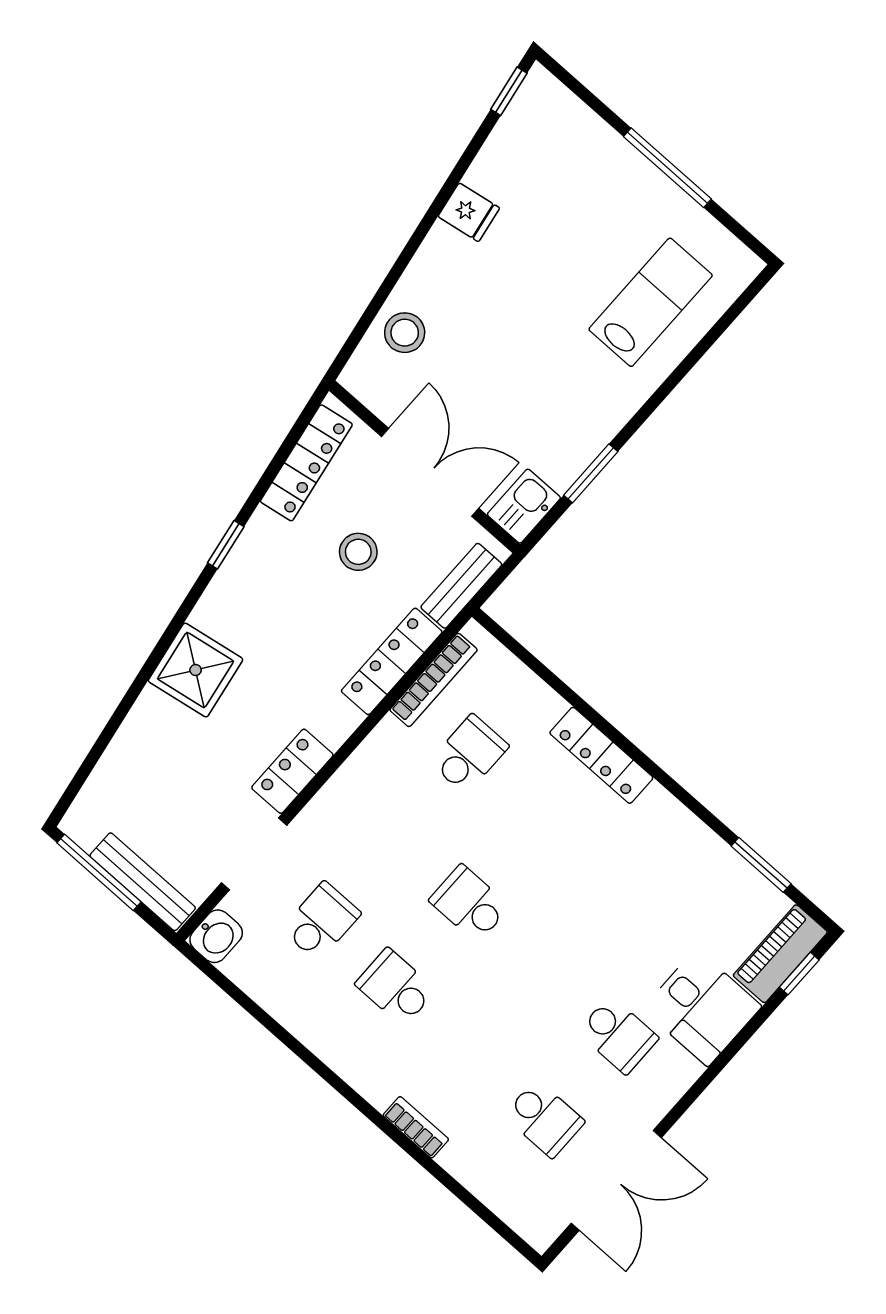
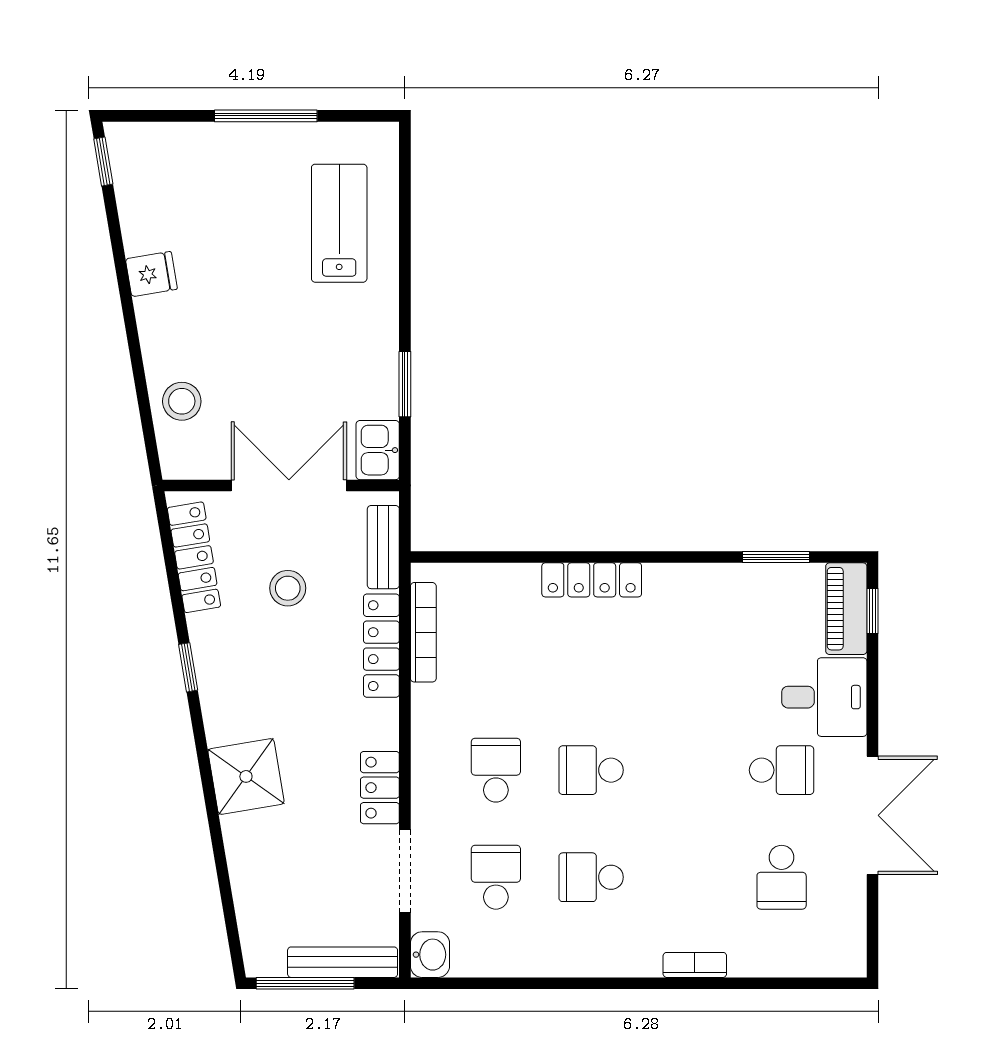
school desk: (469, 754) -> (496, 770), moved
school desk: (544, 1119) -> (782, 877), turned 90
double door: (616, 1180) -> (873, 815), moved

